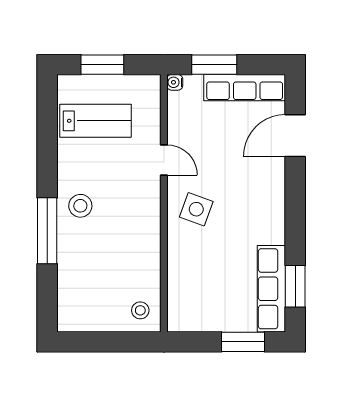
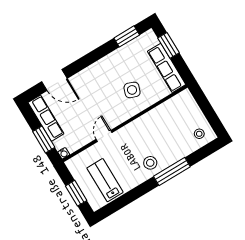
side table: (196, 209) -> (132, 90), moved
row of seats: (271, 289) -> (167, 68), moved, turned 90
stool: (140, 310) -> (199, 134), moved

